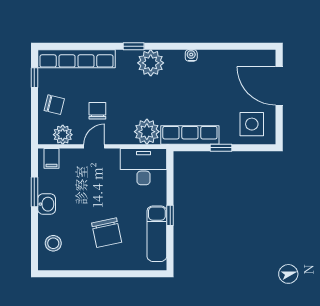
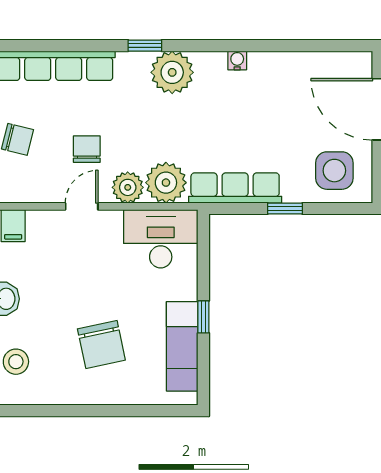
plant: (63, 135) -> (128, 187), moved

